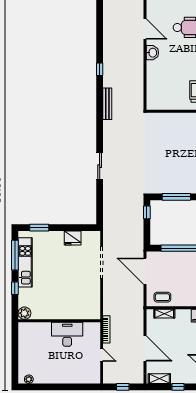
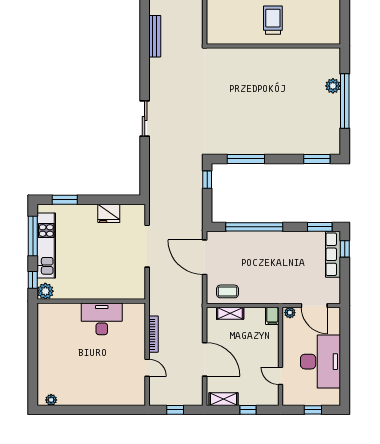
plant: (24, 313) -> (45, 291), moved
wall: (59, 321) -> (91, 301), moved
desk: (67, 334) -> (102, 319), moved

